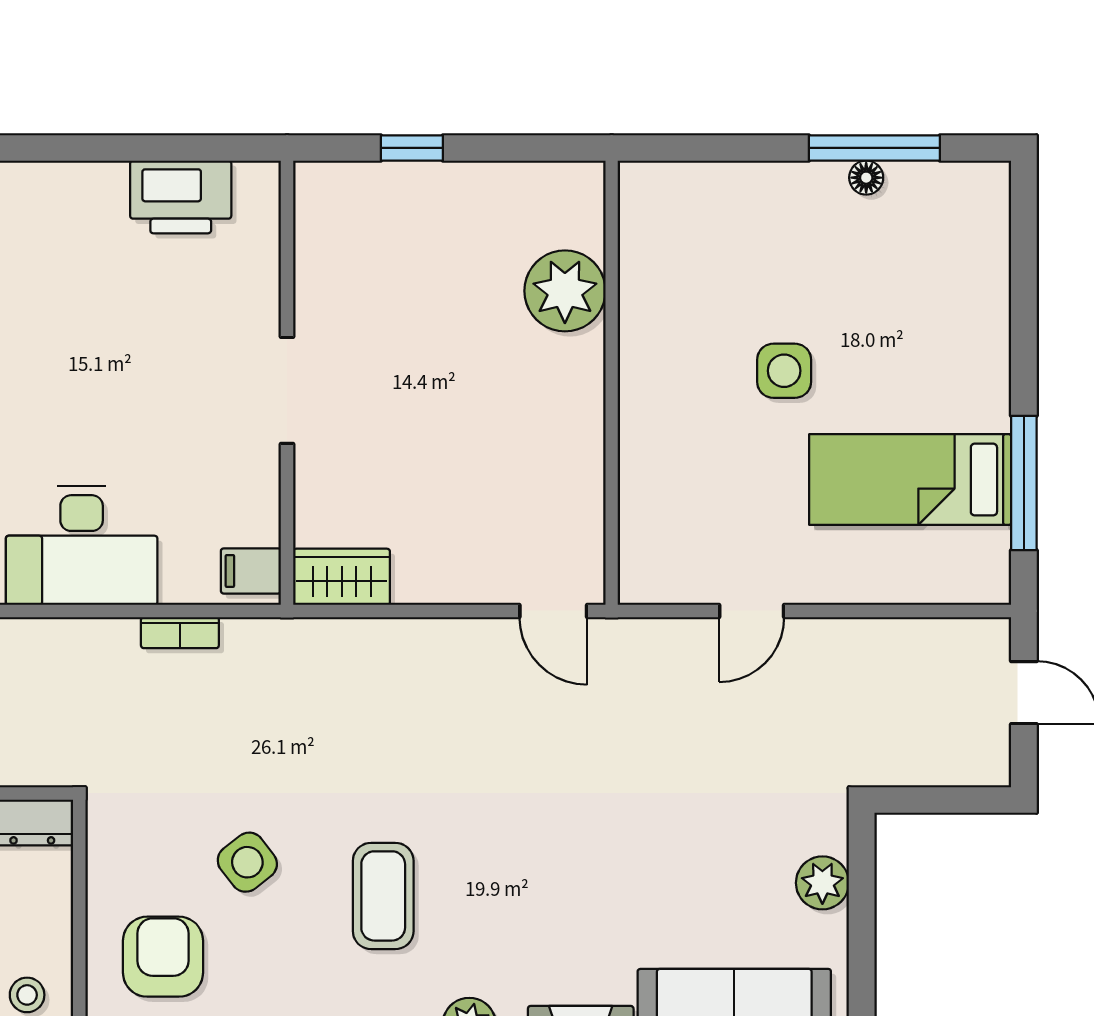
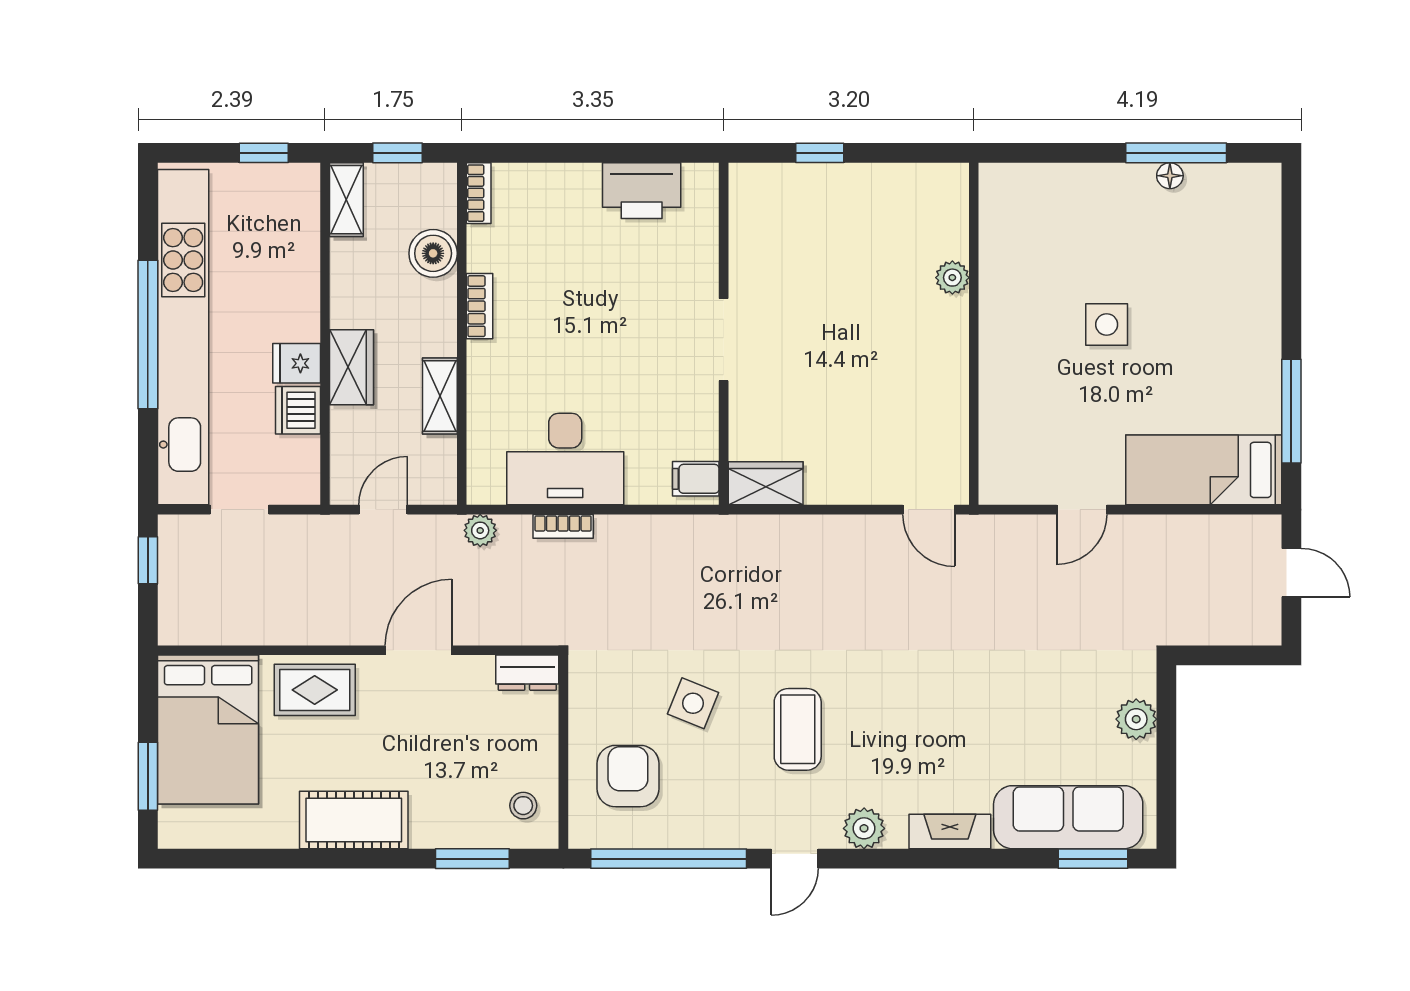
plant: (565, 291) -> (952, 278), width x0.53, depth x0.53
bed: (910, 480) -> (1204, 470), moved
bookcase: (180, 633) -> (563, 526), moved
side table: (247, 862) -> (693, 703), turned -30

